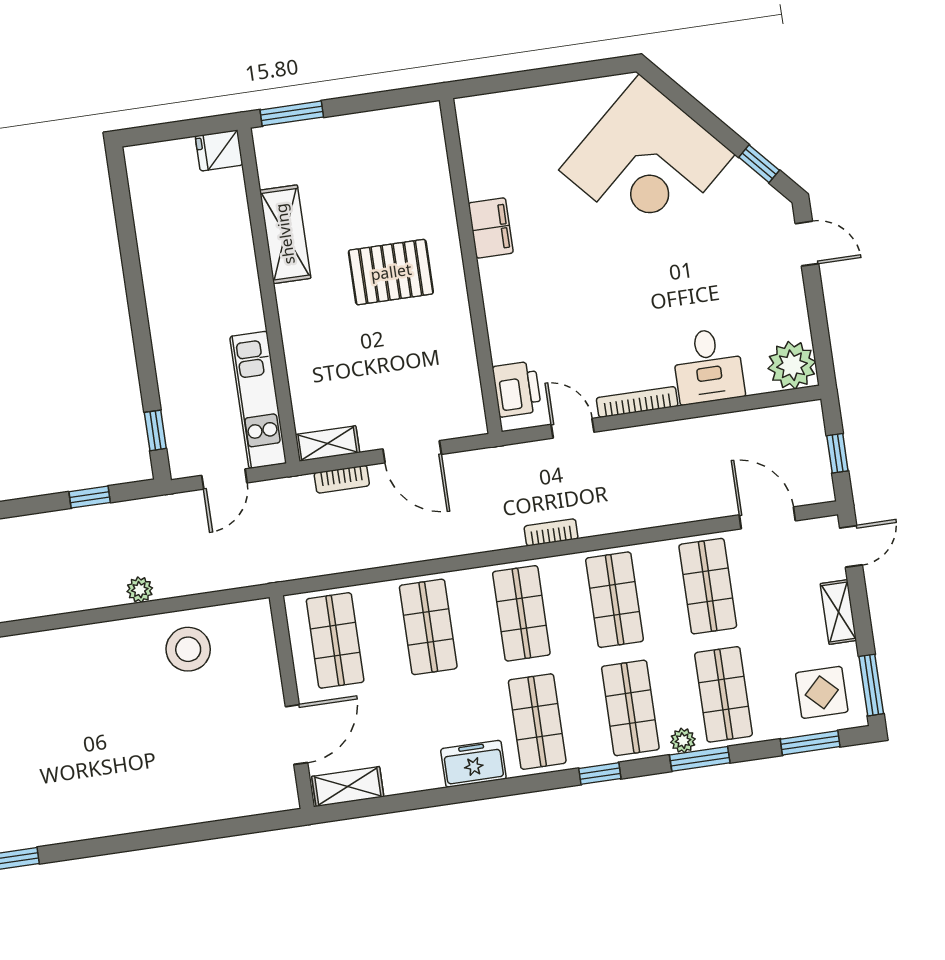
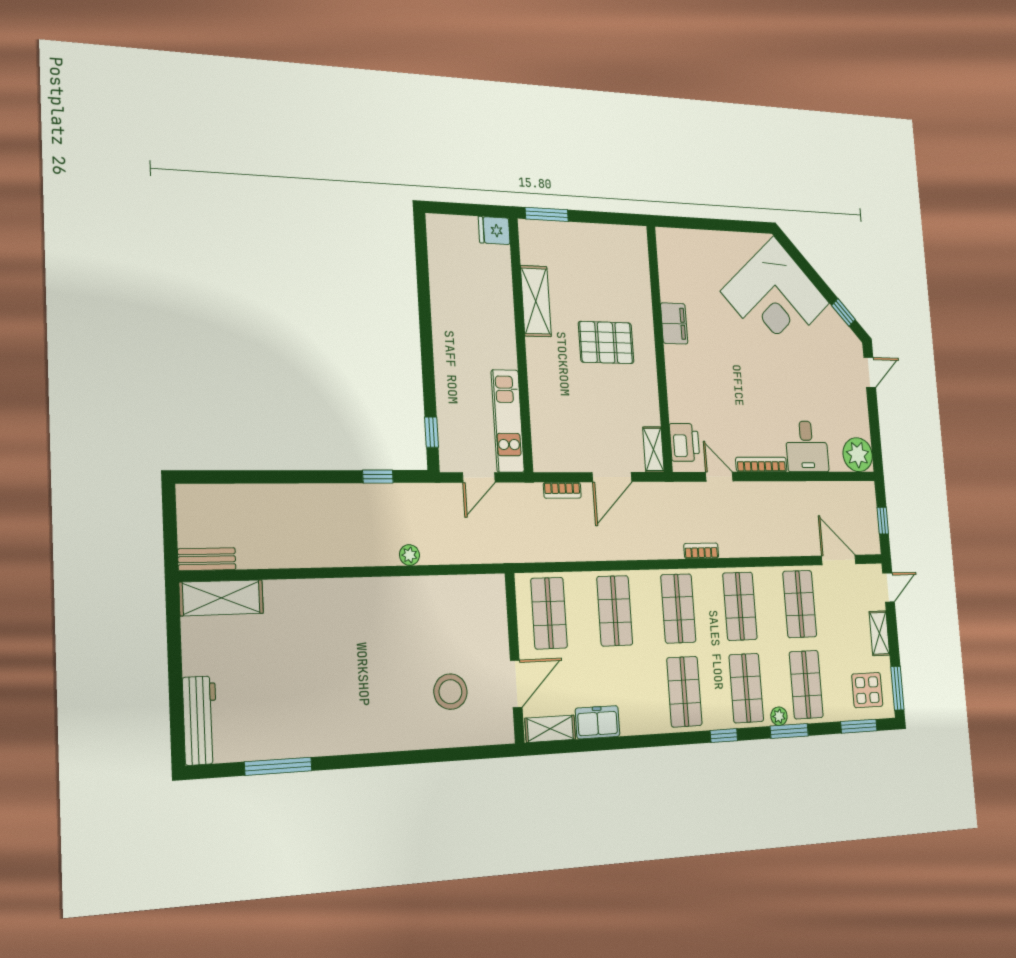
door: (807, 244) -> (870, 372), hinge flipped
shelving: (327, 444) -> (653, 449), moved, turned 90
door: (412, 452) -> (612, 477), hinge flipped
stool: (188, 649) -> (450, 692), moved
freezer: (473, 764) -> (598, 722), moved

